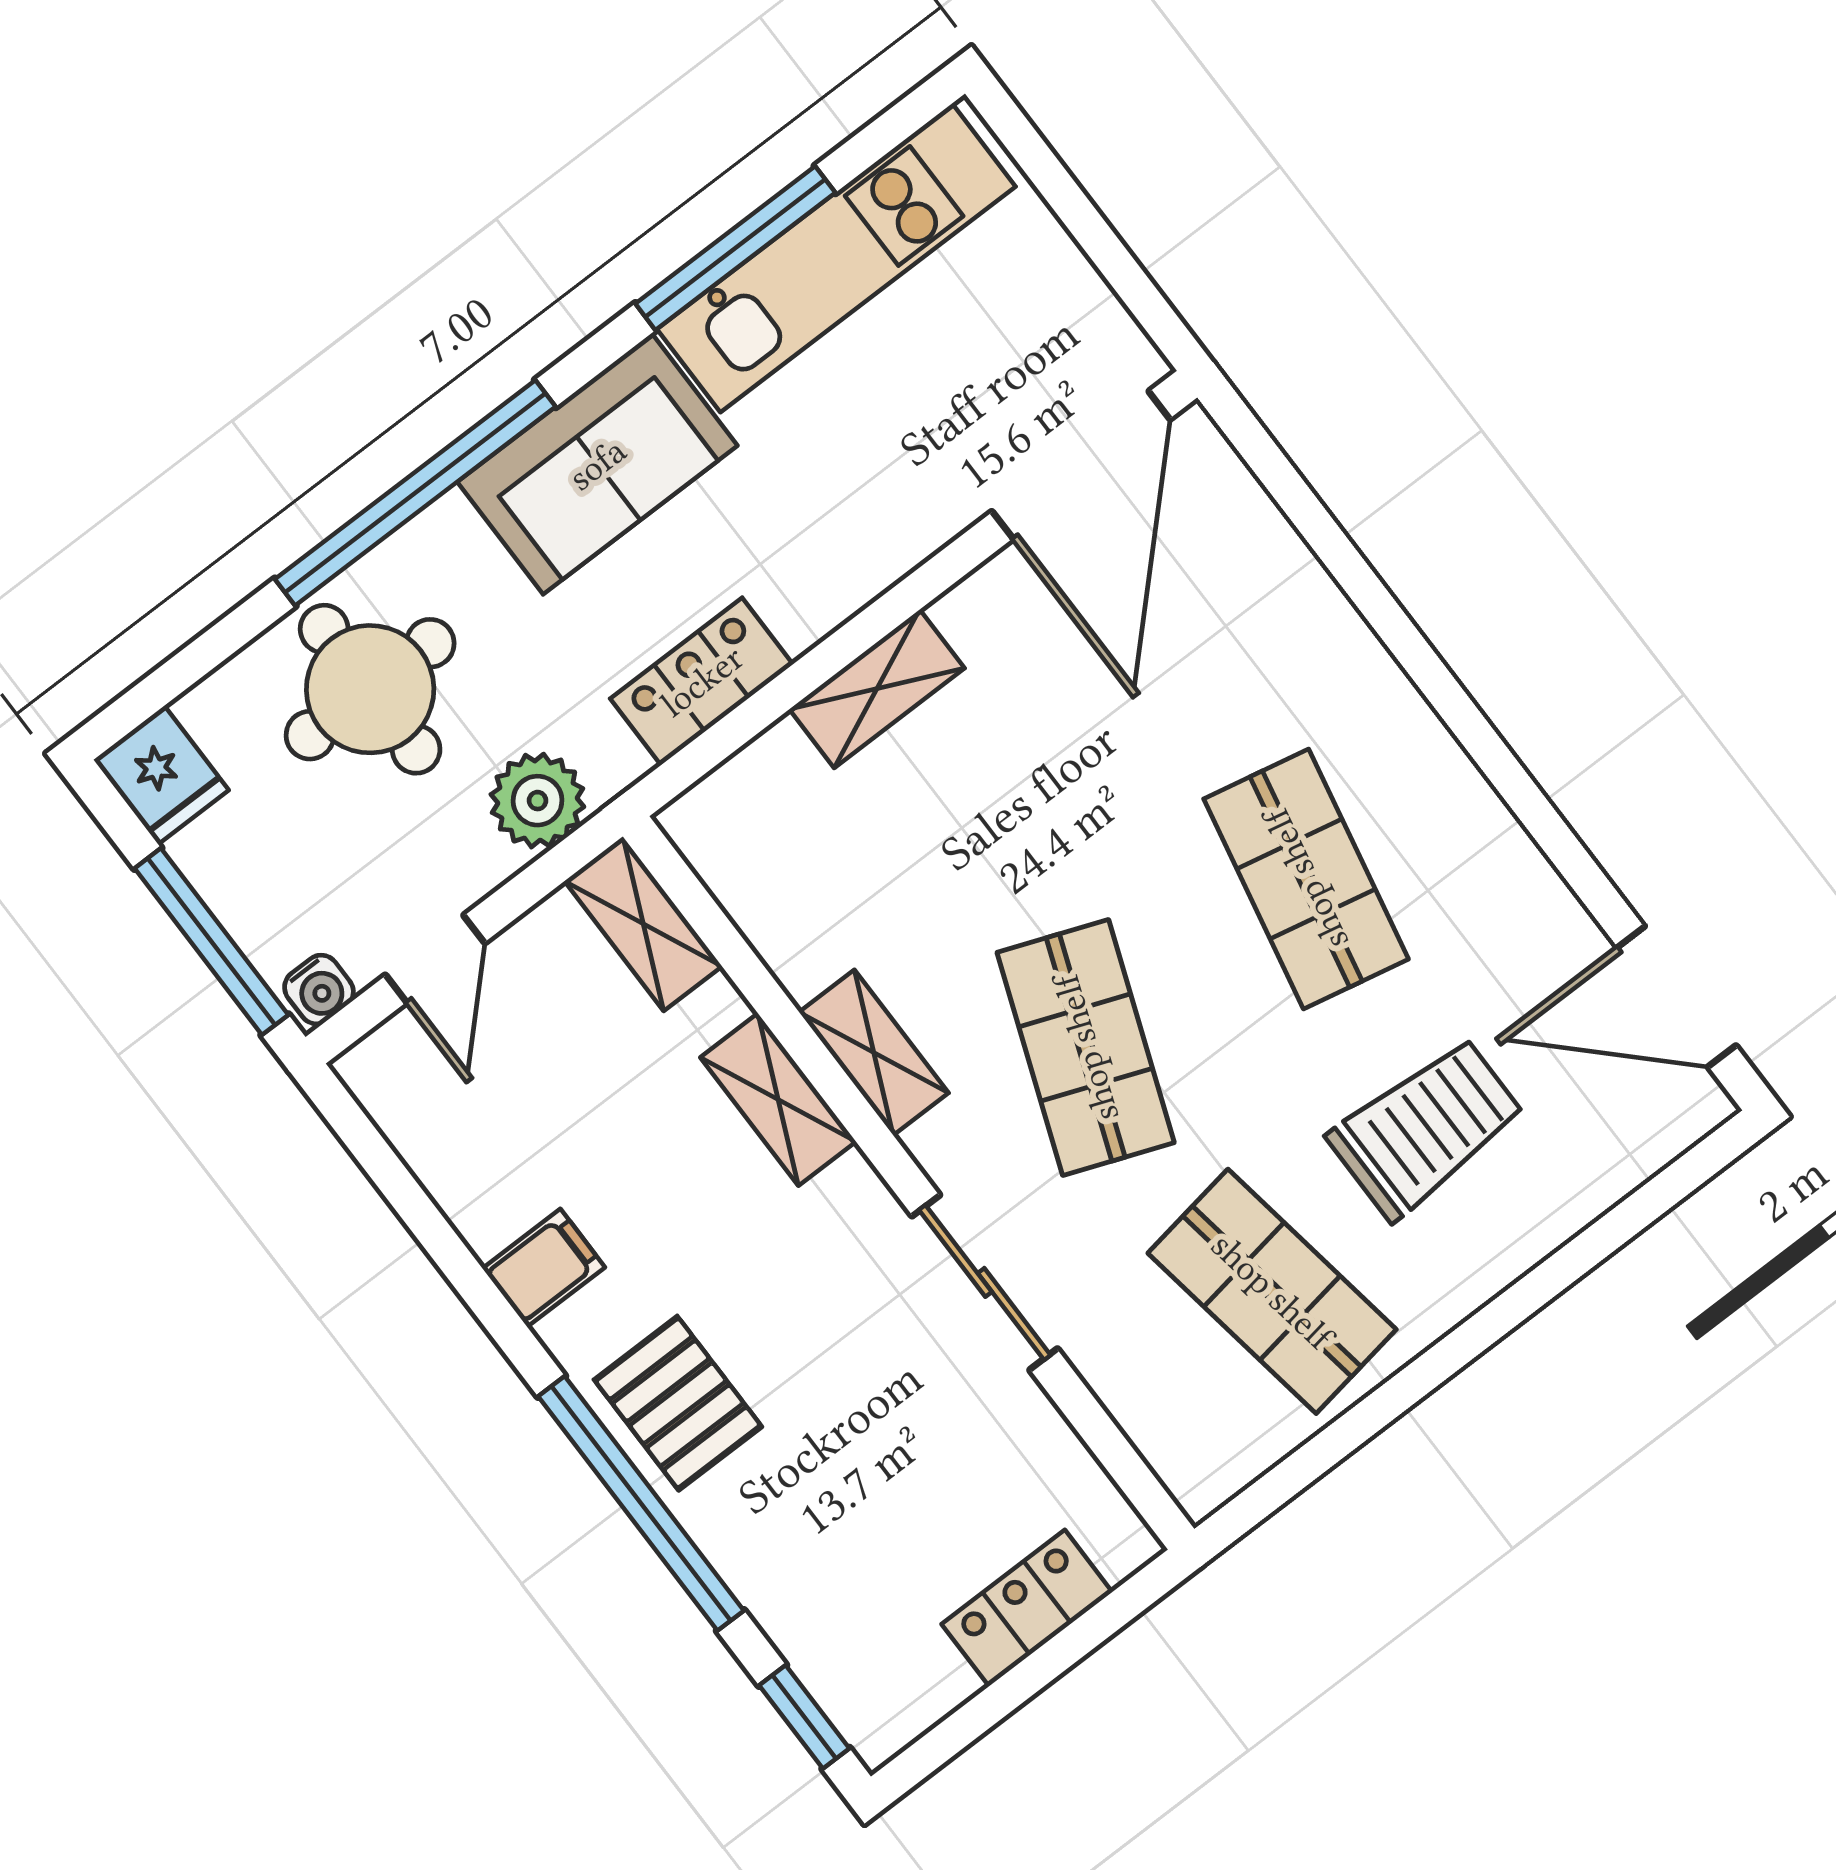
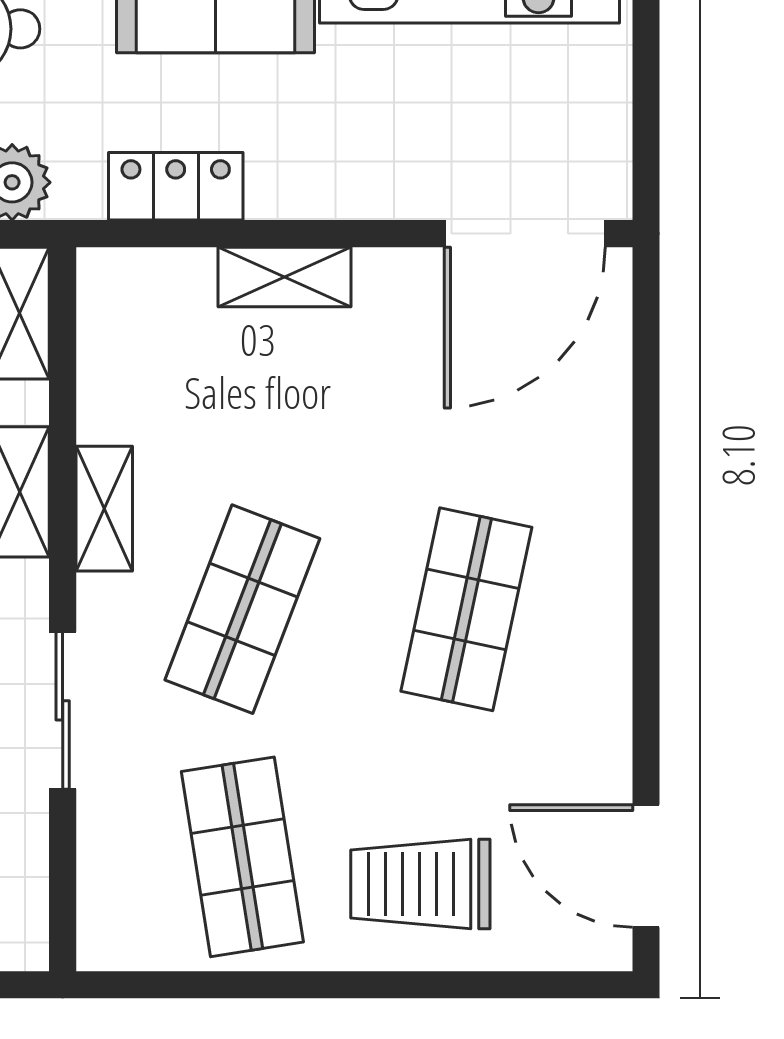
trolley: (1426, 1128) -> (420, 884), moved, turned 180

